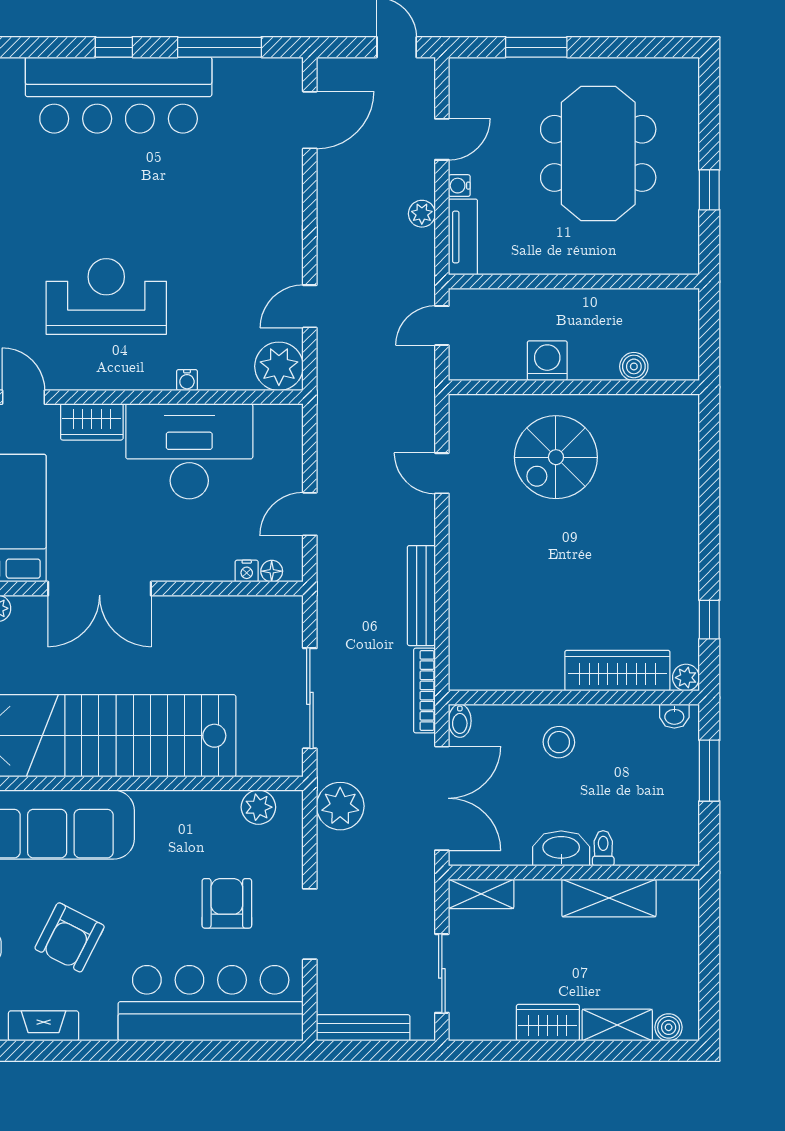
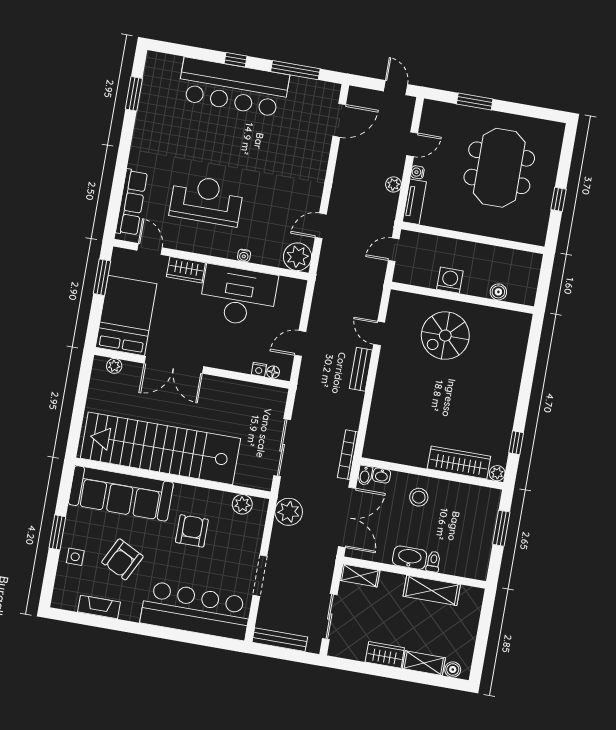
bench: (421, 596) -> (361, 369), moved, width x0.73
washbasin: (674, 716) -> (382, 476), moved
armchair: (227, 903) -> (192, 531), moved

